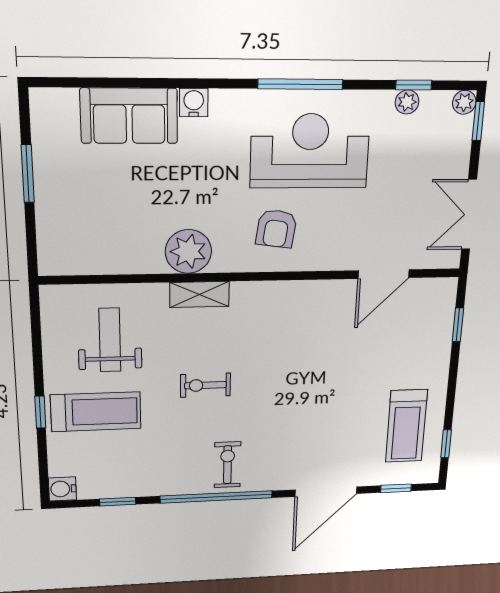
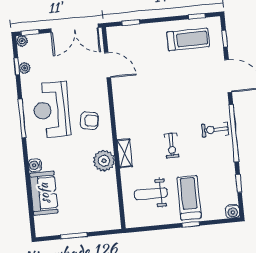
double door: (469, 215) -> (74, 28), width x1.37

